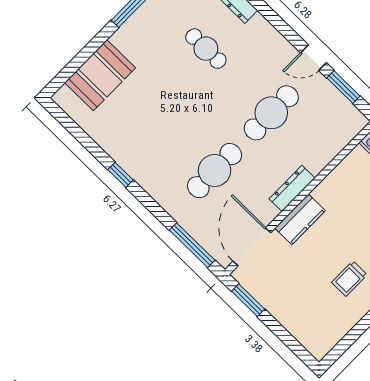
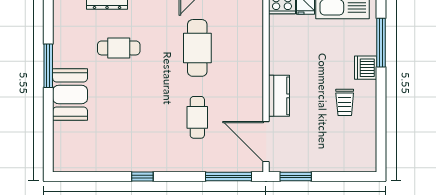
booth: (100, 75) -> (70, 95), moved
cafe table: (215, 171) -> (197, 117), width x0.73, depth x0.74
dresser: (292, 188) -> (255, 82), removed

